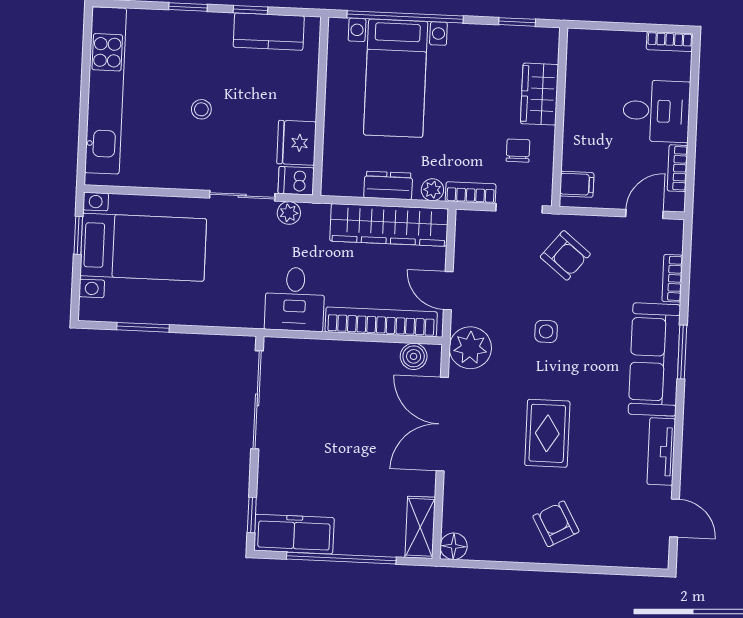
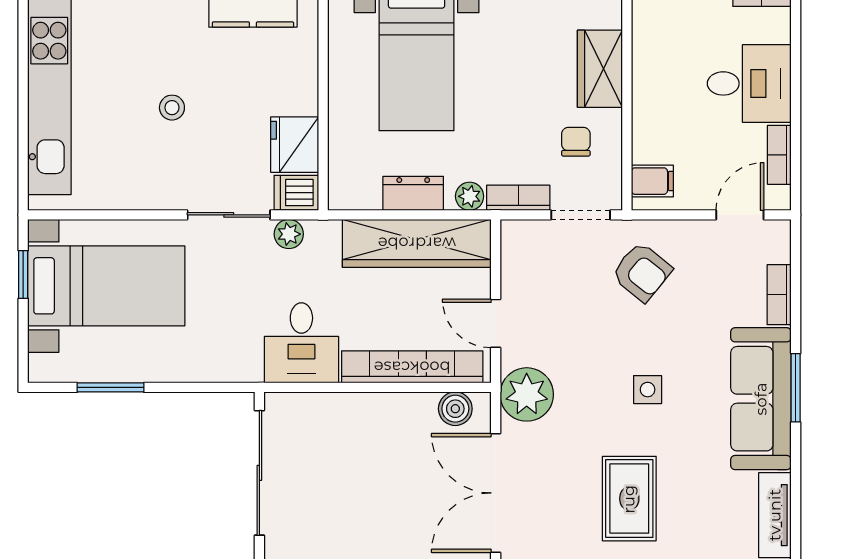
side table: (546, 331) -> (648, 390), moved

